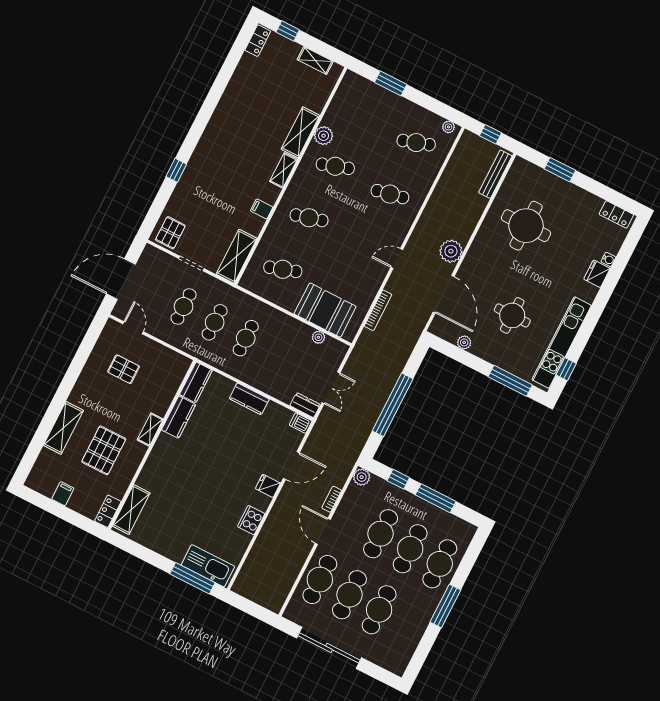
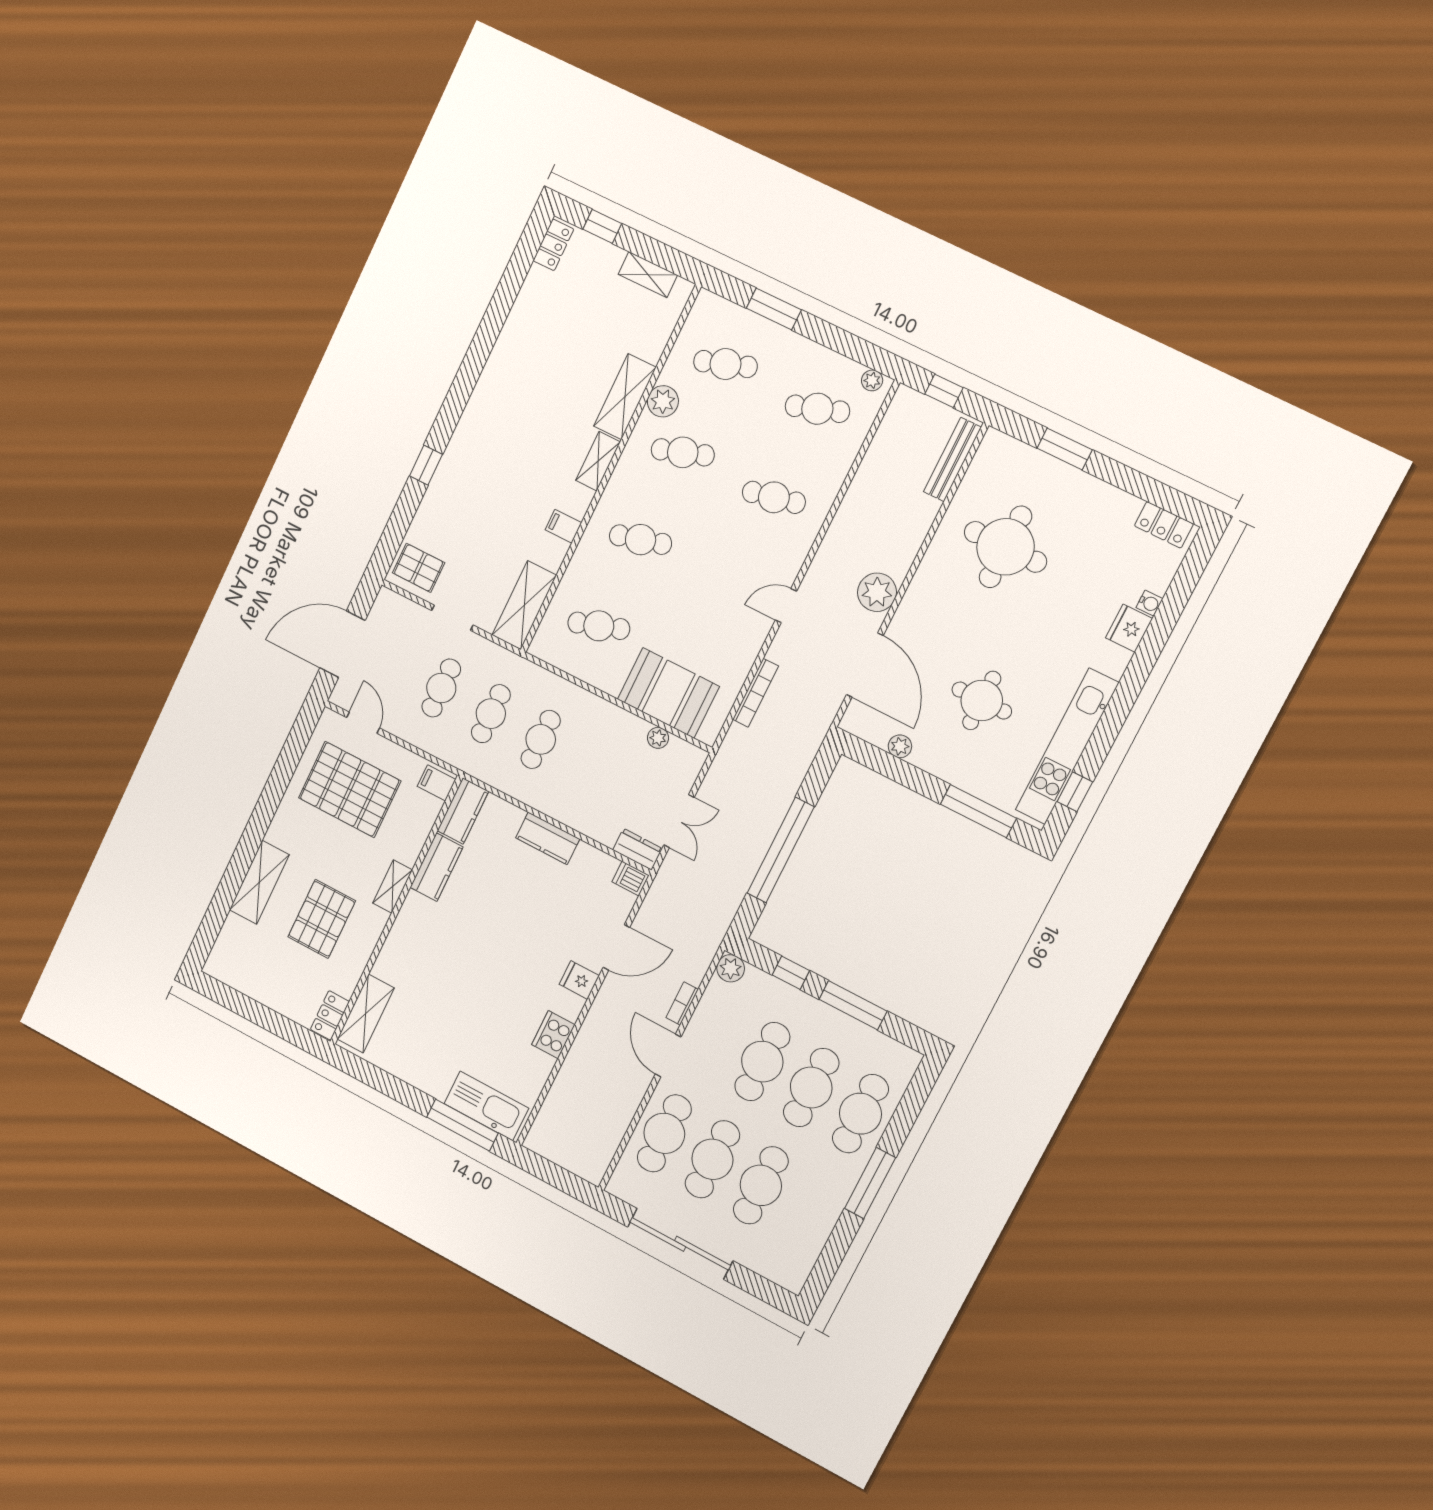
cafe table: (362, 115) -> (725, 364), added
pallet: (170, 233) -> (419, 568), turned 90
pallet: (124, 369) -> (350, 789), width x2.05, depth x2.00
filing cabinet: (63, 494) -> (437, 783), moved, turned -90

